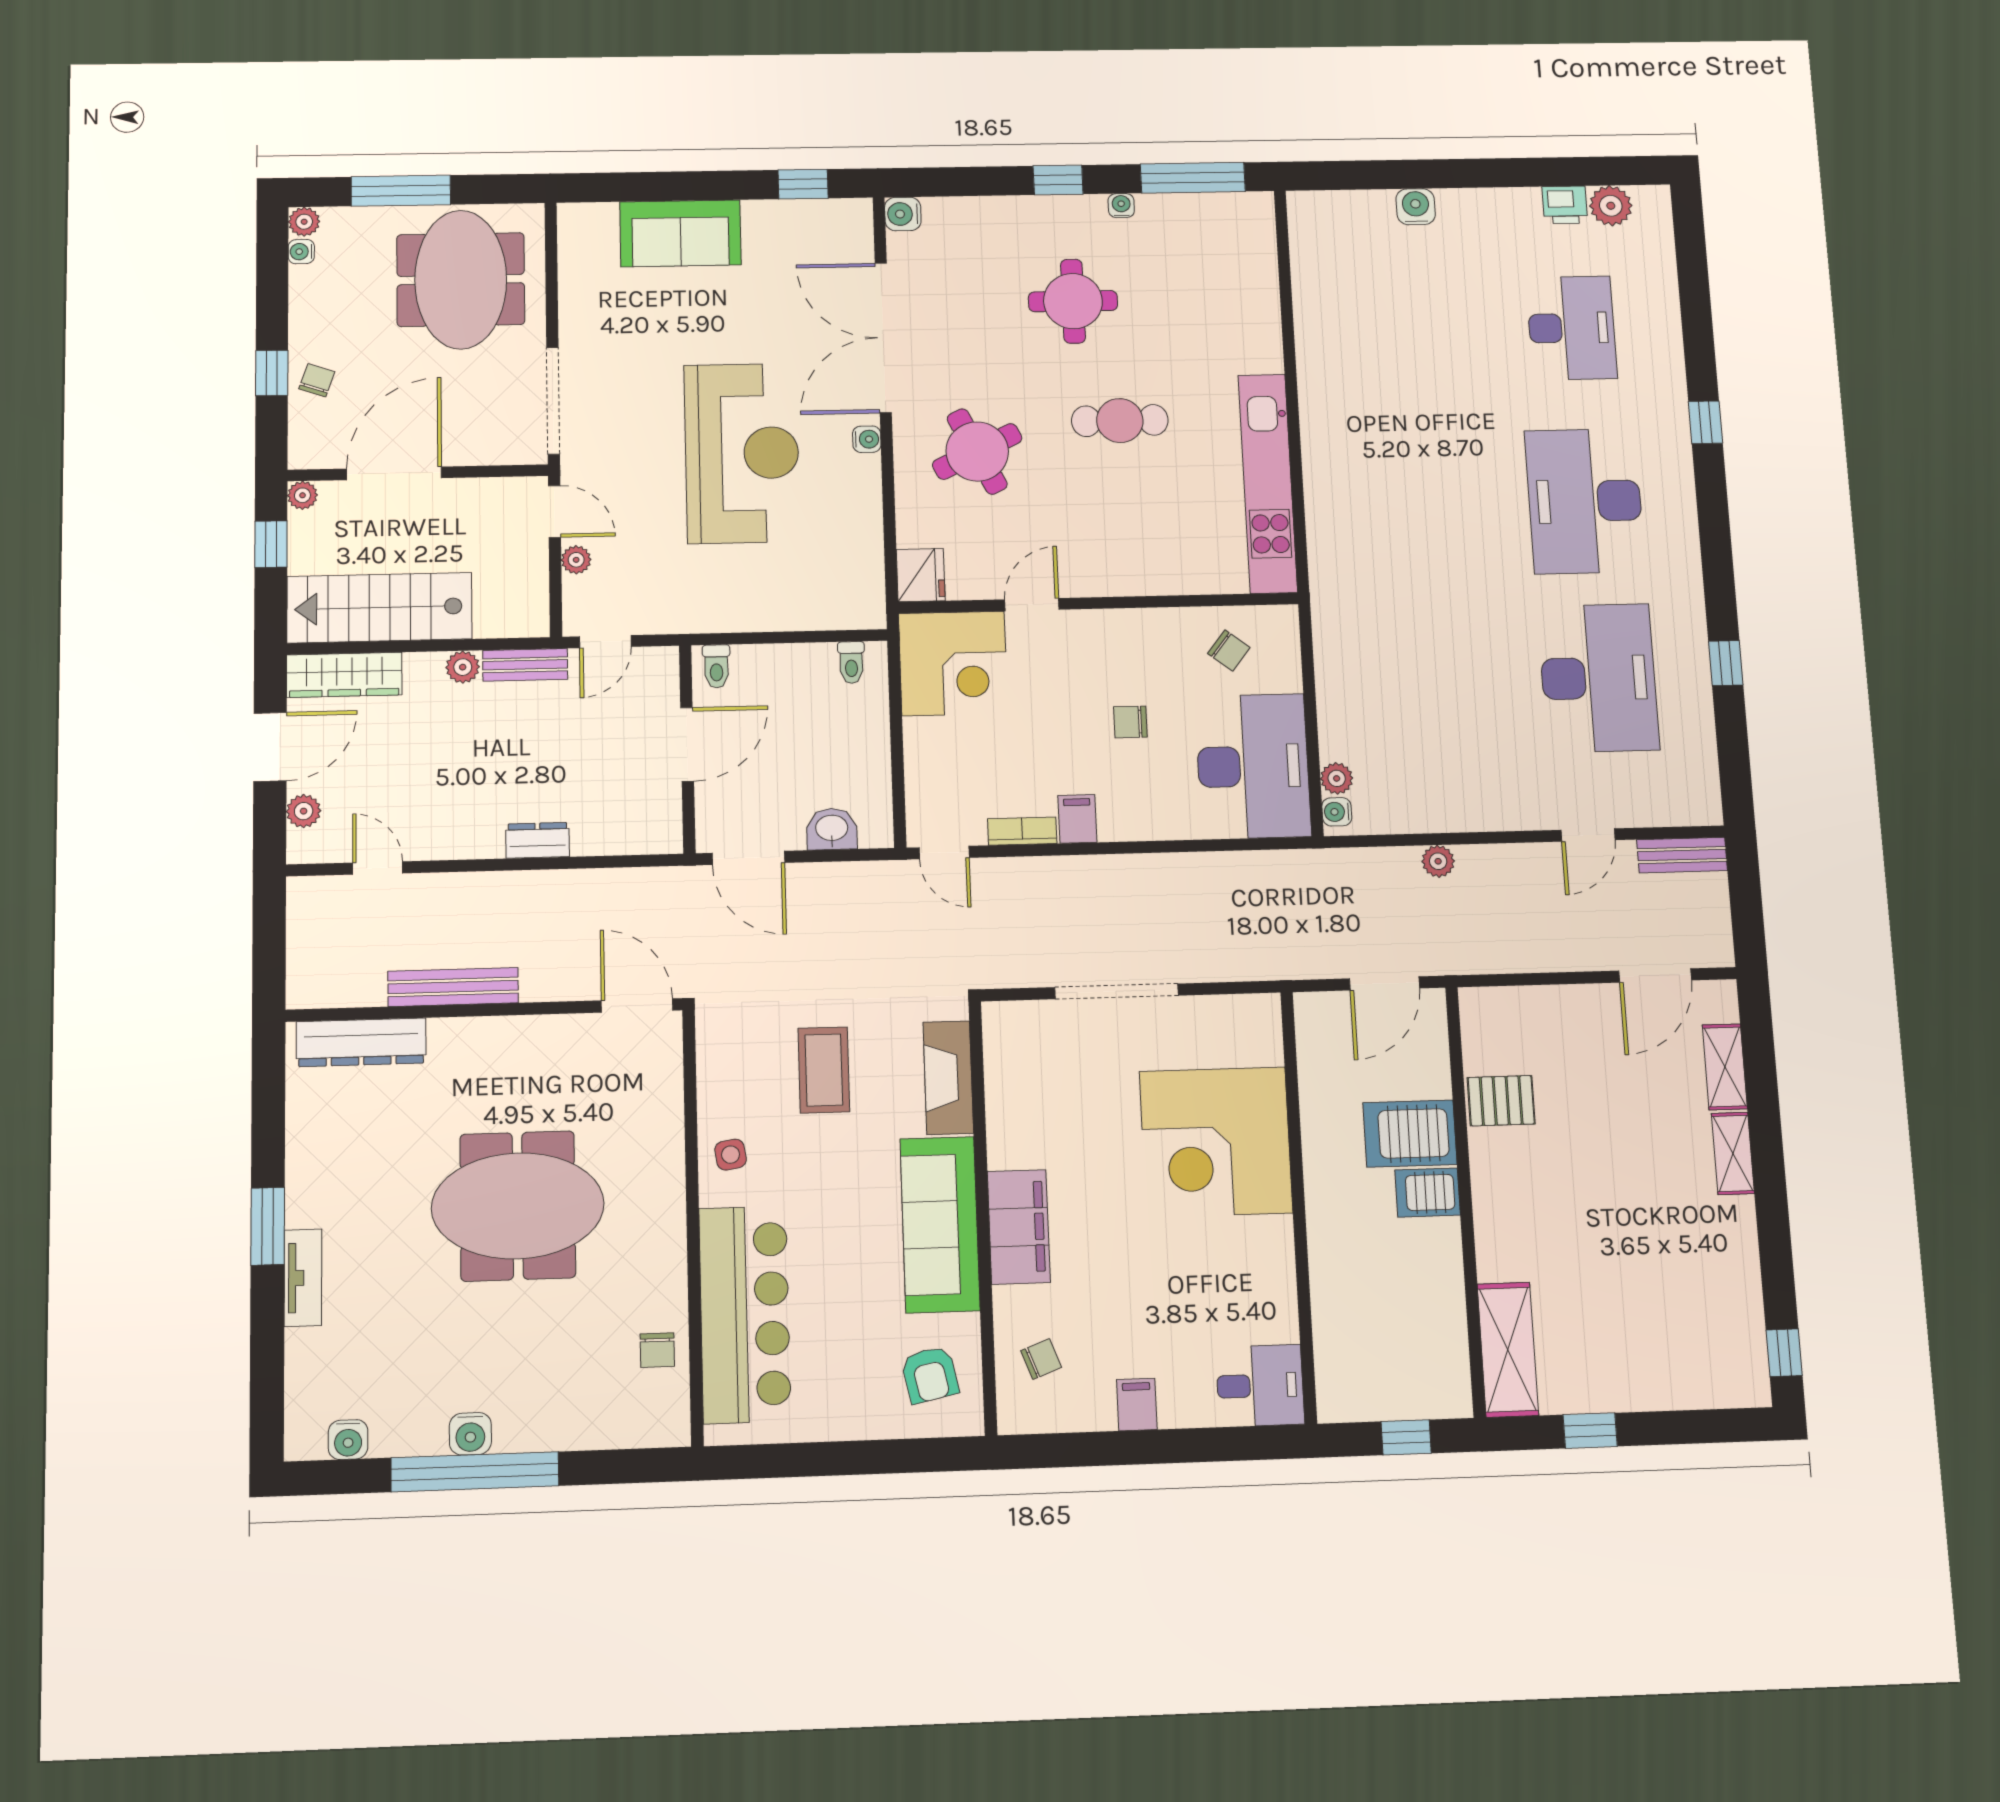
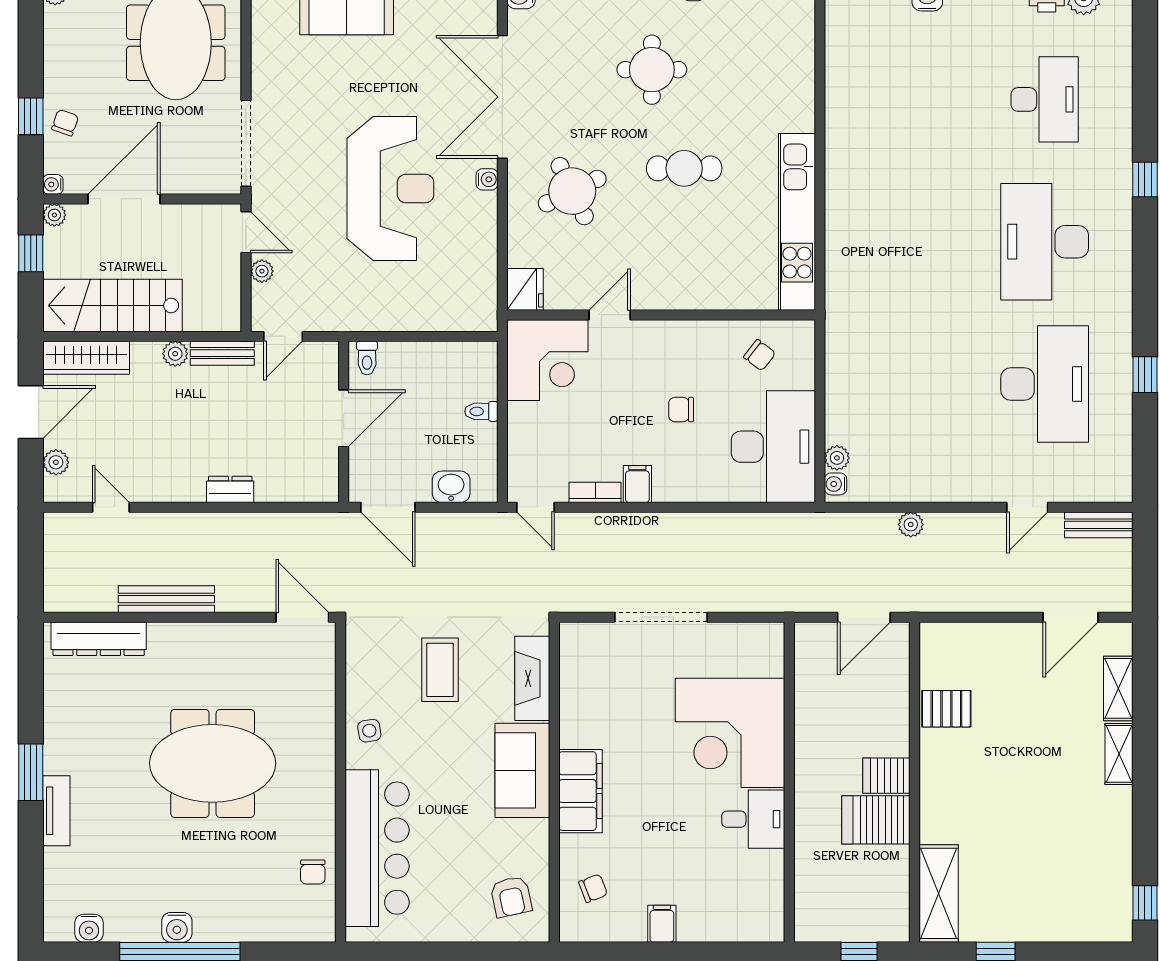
water cooler: (301, 252) -> (53, 184), moved
toilet: (851, 662) -> (481, 411), moved, turned 90
server rack: (1410, 1134) -> (876, 820), moved
sofa: (940, 1225) -> (522, 770), width x0.73
desk: (1260, 1386) -> (753, 819), moved

